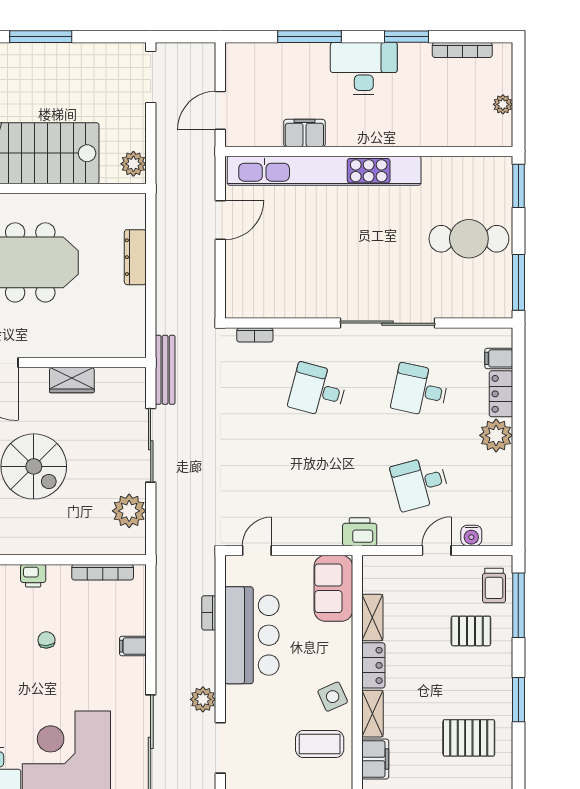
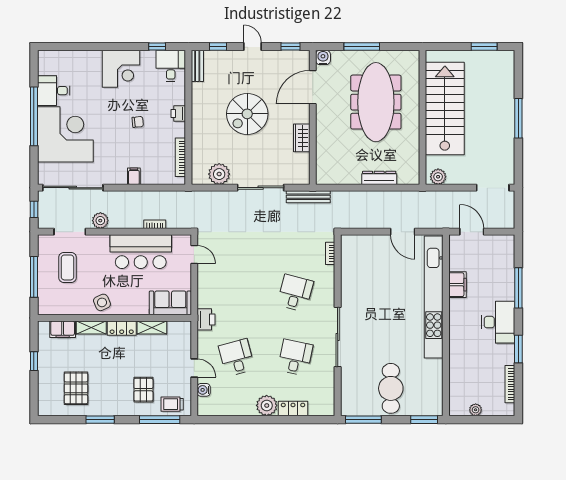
filing cabinet: (499, 358) -> (315, 407), removed
coffee table: (320, 744) -> (67, 267), moved

